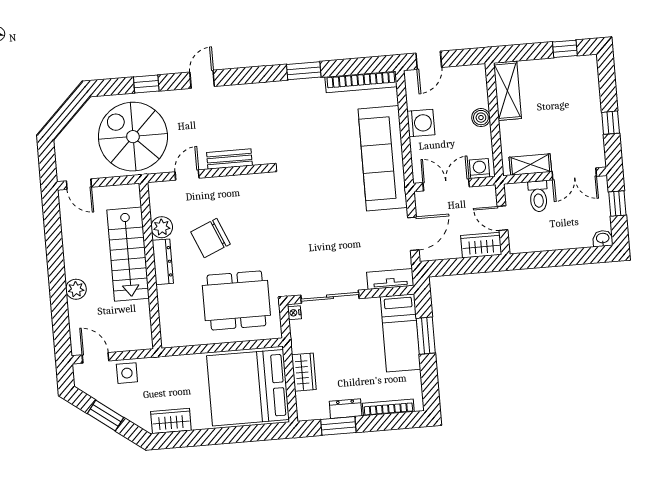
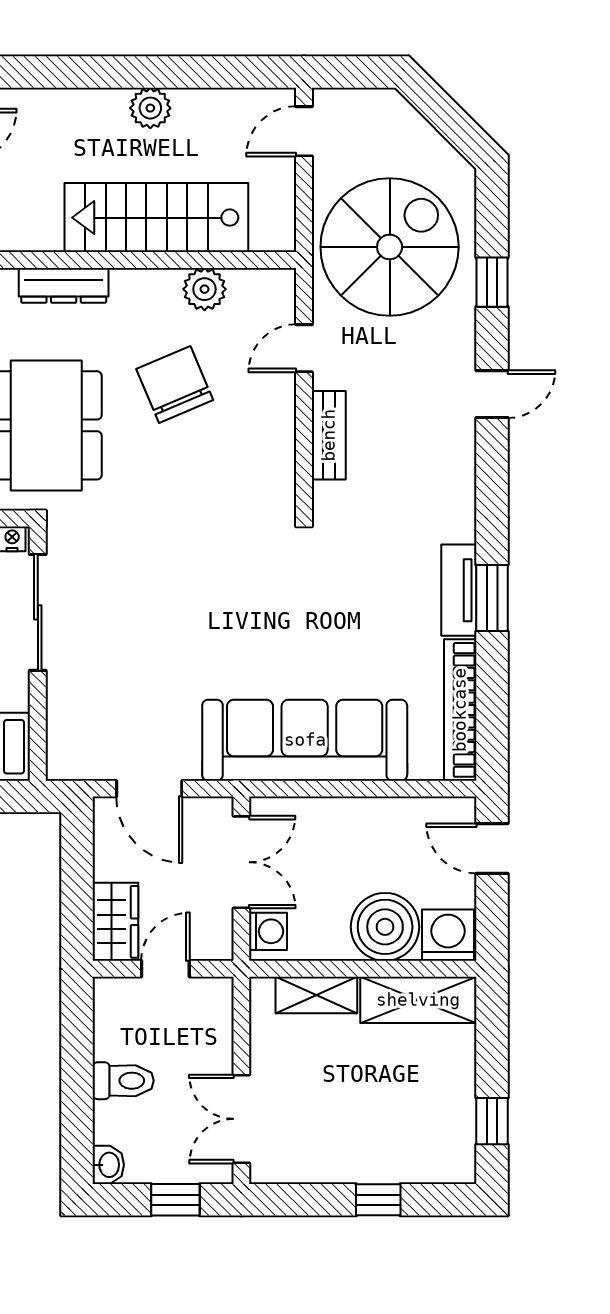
door: (202, 79) -> (492, 394), hinge flipped
boiler: (481, 118) -> (385, 927), width x1.86, depth x1.86
washing machine: (421, 123) -> (448, 935), moved, turned 180
window: (611, 123) -> (378, 1200), moved
shelving: (530, 164) -> (316, 995), moved, turned 90
door: (187, 175) -> (304, 348), swing flipped
toilet: (538, 196) -> (123, 1081), moved, turned 180
dresser: (163, 262) -> (64, 285), moved
tv unit: (390, 279) -> (459, 590), moved, turned 180
plant: (76, 289) -> (150, 108), moved

